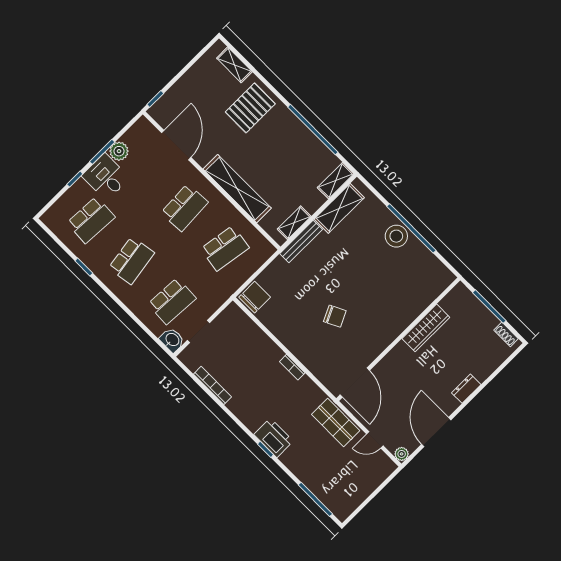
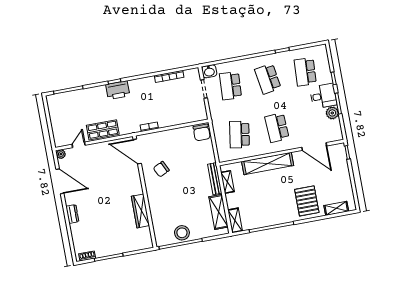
wardrobe: (426, 328) -> (140, 211), moved
wall: (398, 339) -> (145, 192), moved
door: (355, 383) -> (137, 152), moved

